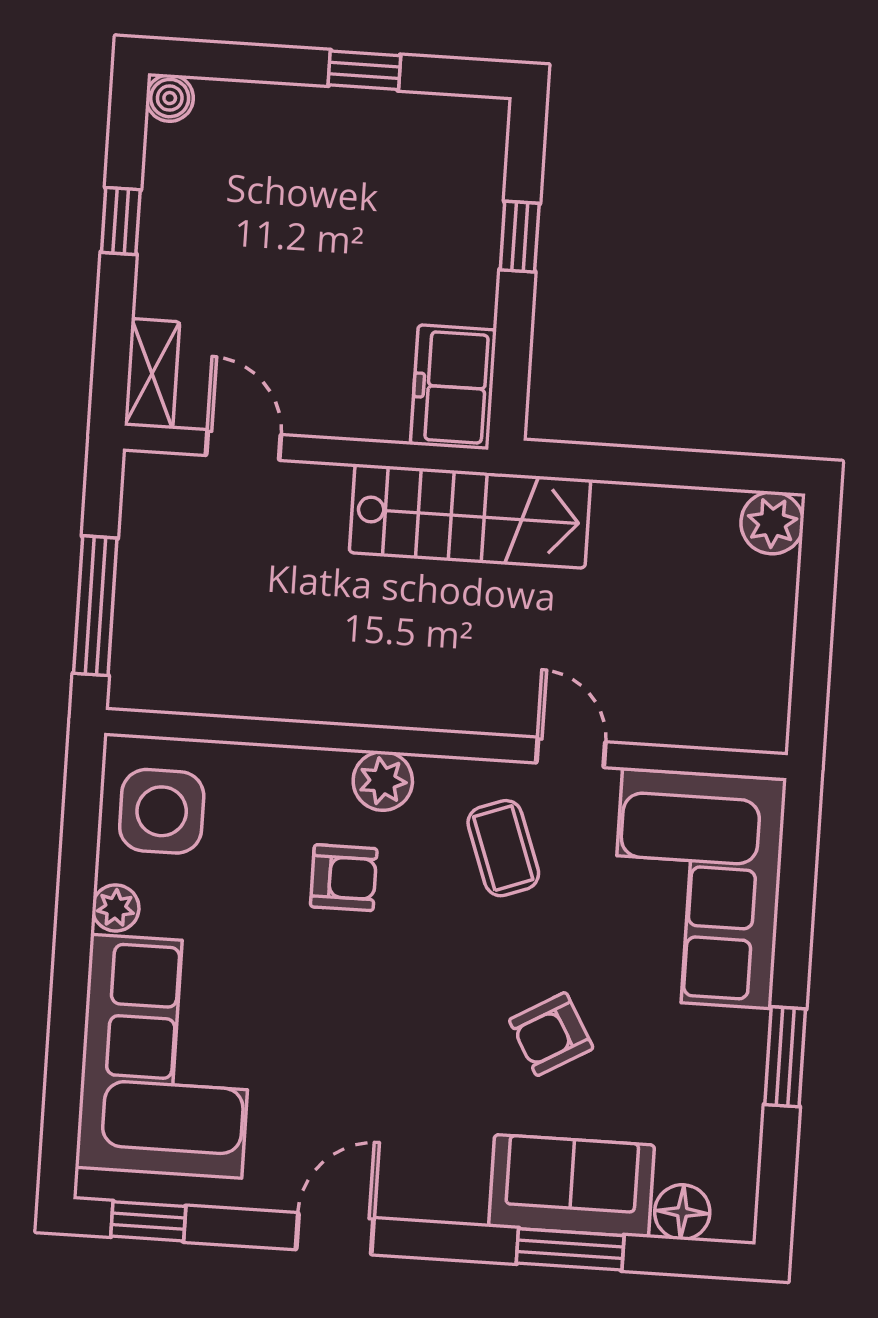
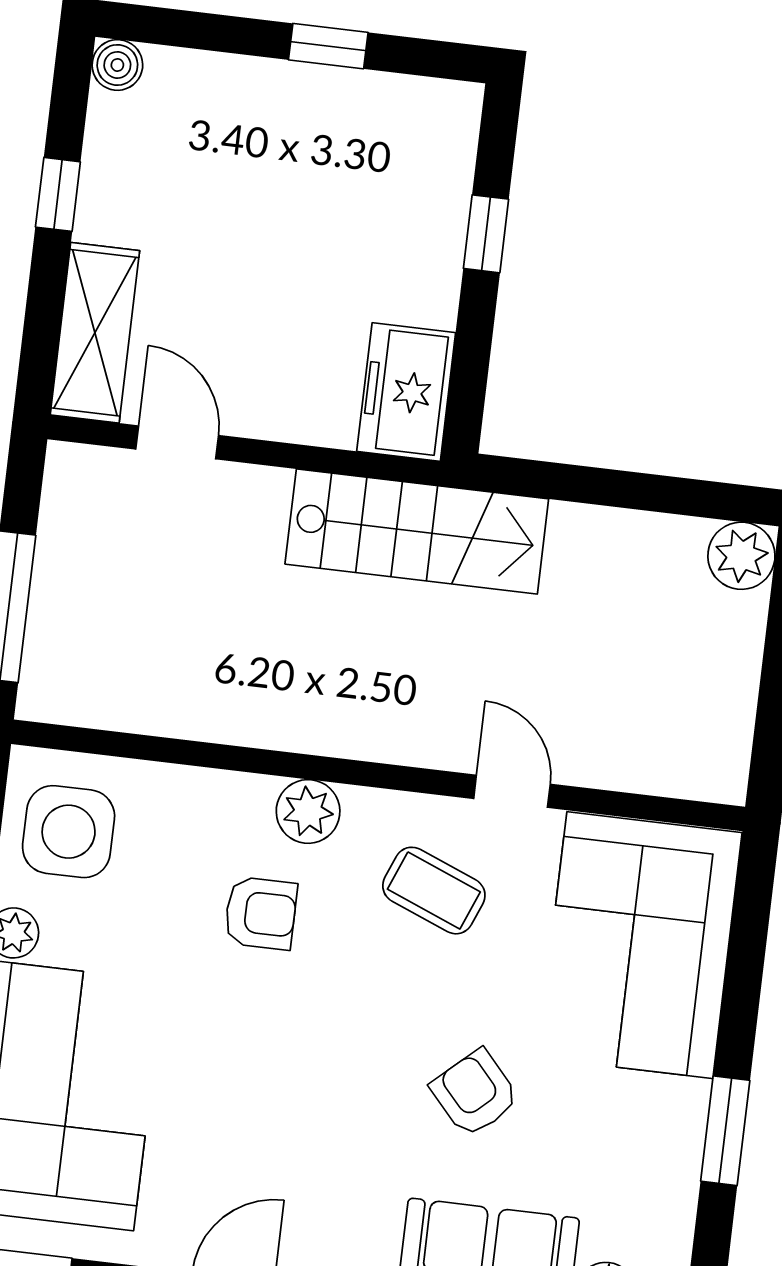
shelving: (152, 374) -> (95, 333), width x1.50, depth x1.33
coffee table: (503, 848) -> (434, 891), turned -48
armchair: (551, 1034) -> (475, 1093), turned 78

